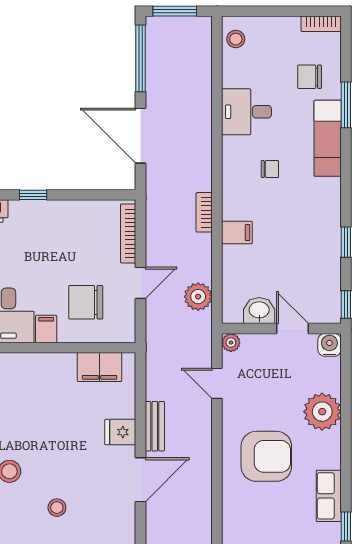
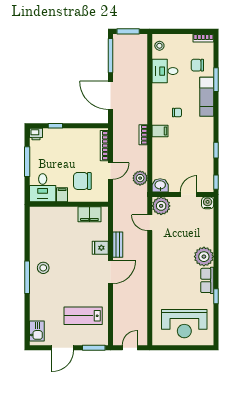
desk: (247, 112) -> (165, 71), moved
filing cabinet: (237, 233) -> (160, 131), moved
washbasin: (259, 311) -> (160, 185), moved
door: (293, 328) -> (189, 194), hinge flipped
plant: (231, 343) -> (161, 206), width x1.87, depth x1.87
plant: (322, 412) -> (204, 257), moved
armchair: (266, 456) -> (175, 260), removed
stool: (57, 508) -> (68, 286), removed

